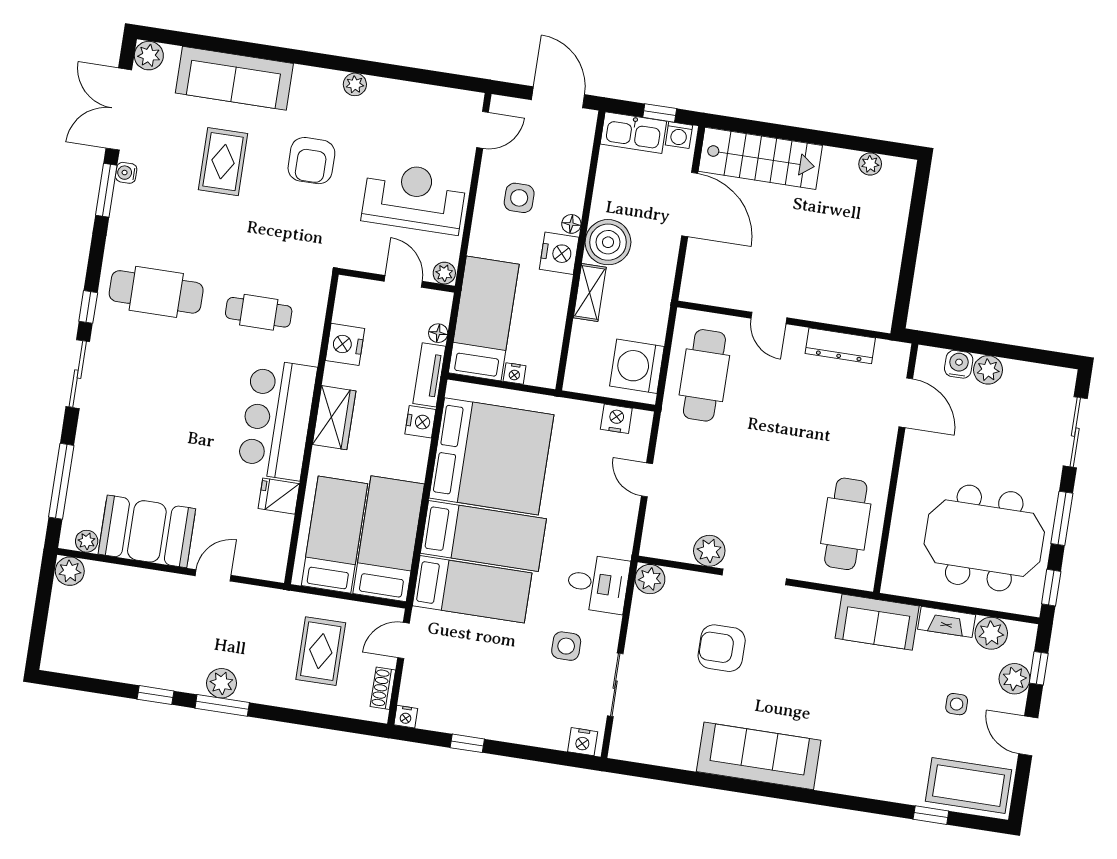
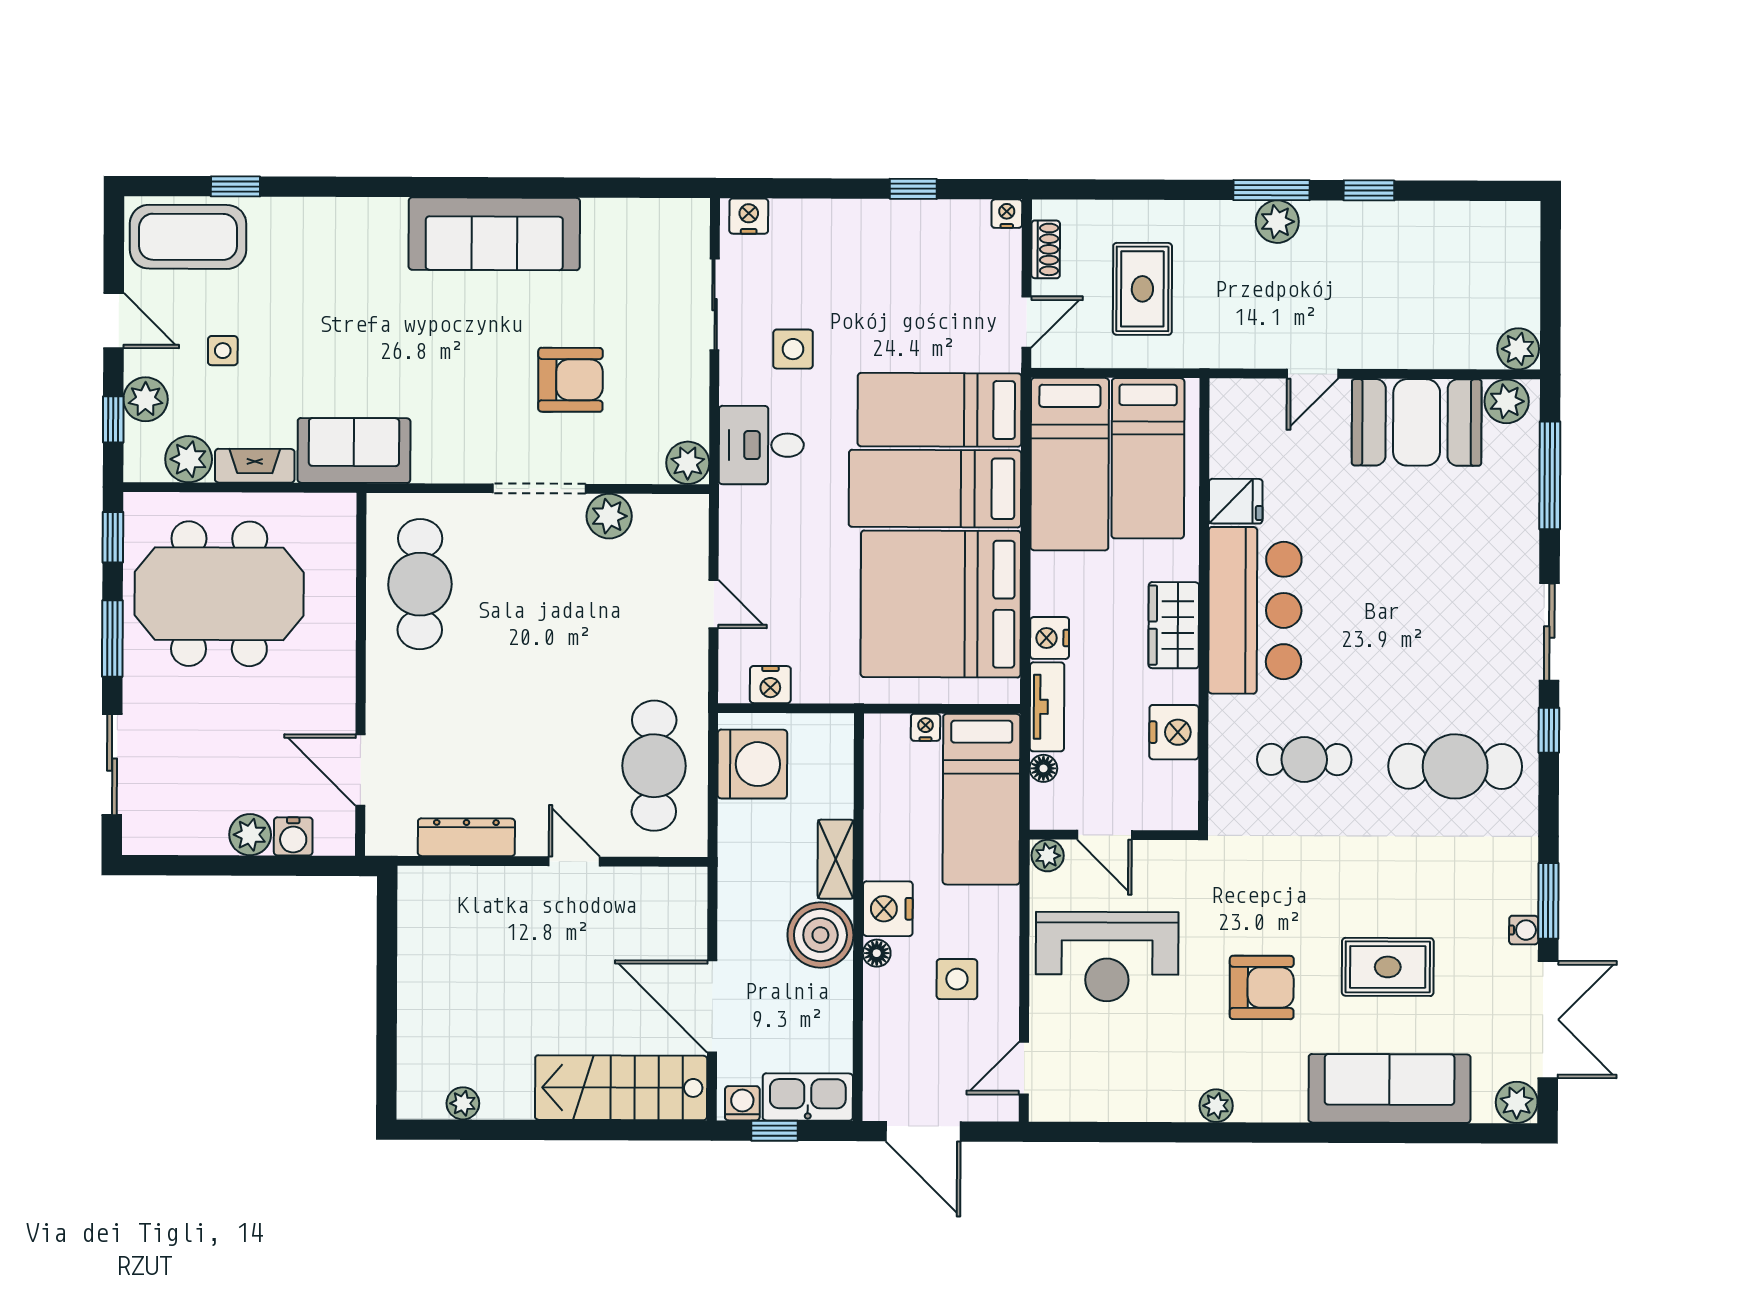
armchair: (311, 161) -> (1262, 987), turned 90
rug: (223, 162) -> (1388, 967), turned 90
plant: (87, 541) -> (1507, 401), width x1.38, depth x1.38

